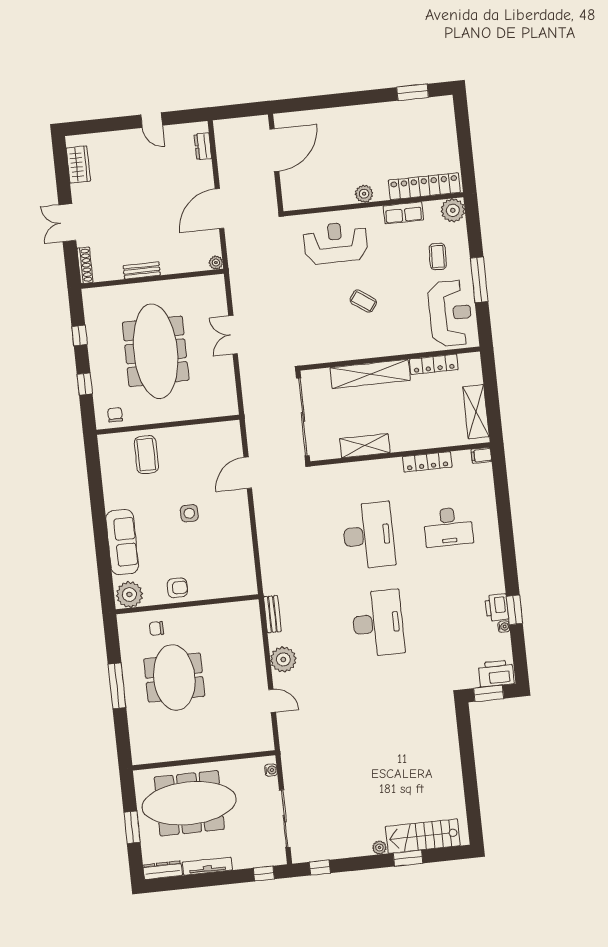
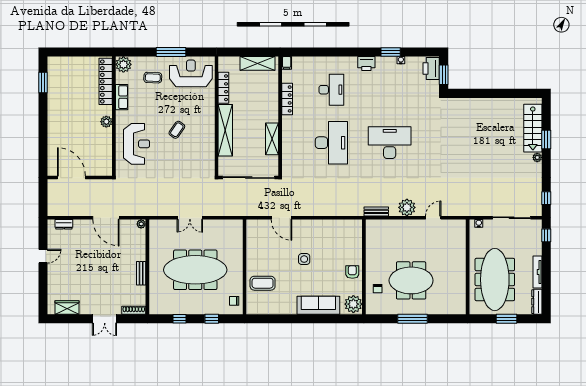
reception desk: (336, 243) -> (137, 144), turned 180
desk: (369, 535) -> (331, 143), turned 90
printer: (497, 607) -> (366, 64), moved

